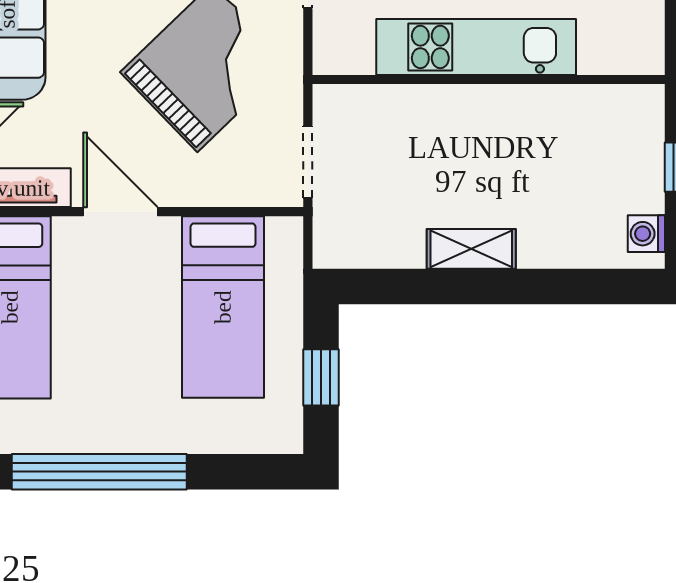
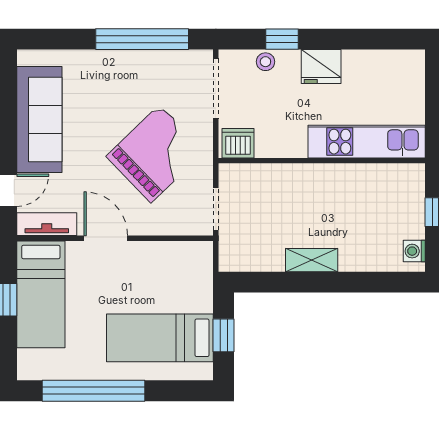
kitchen unit: (476, 47) -> (367, 142), moved
dishwasher: (346, 50) -> (238, 143), added
bed: (223, 307) -> (160, 338), moved, turned 90

